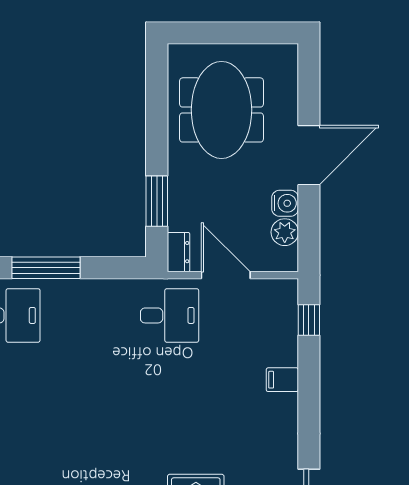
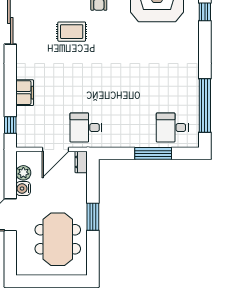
window: (157, 201) -> (93, 217), moved
door: (226, 275) -> (55, 149), hinge flipped
filing cabinet: (282, 380) -> (25, 93), width x2.00

